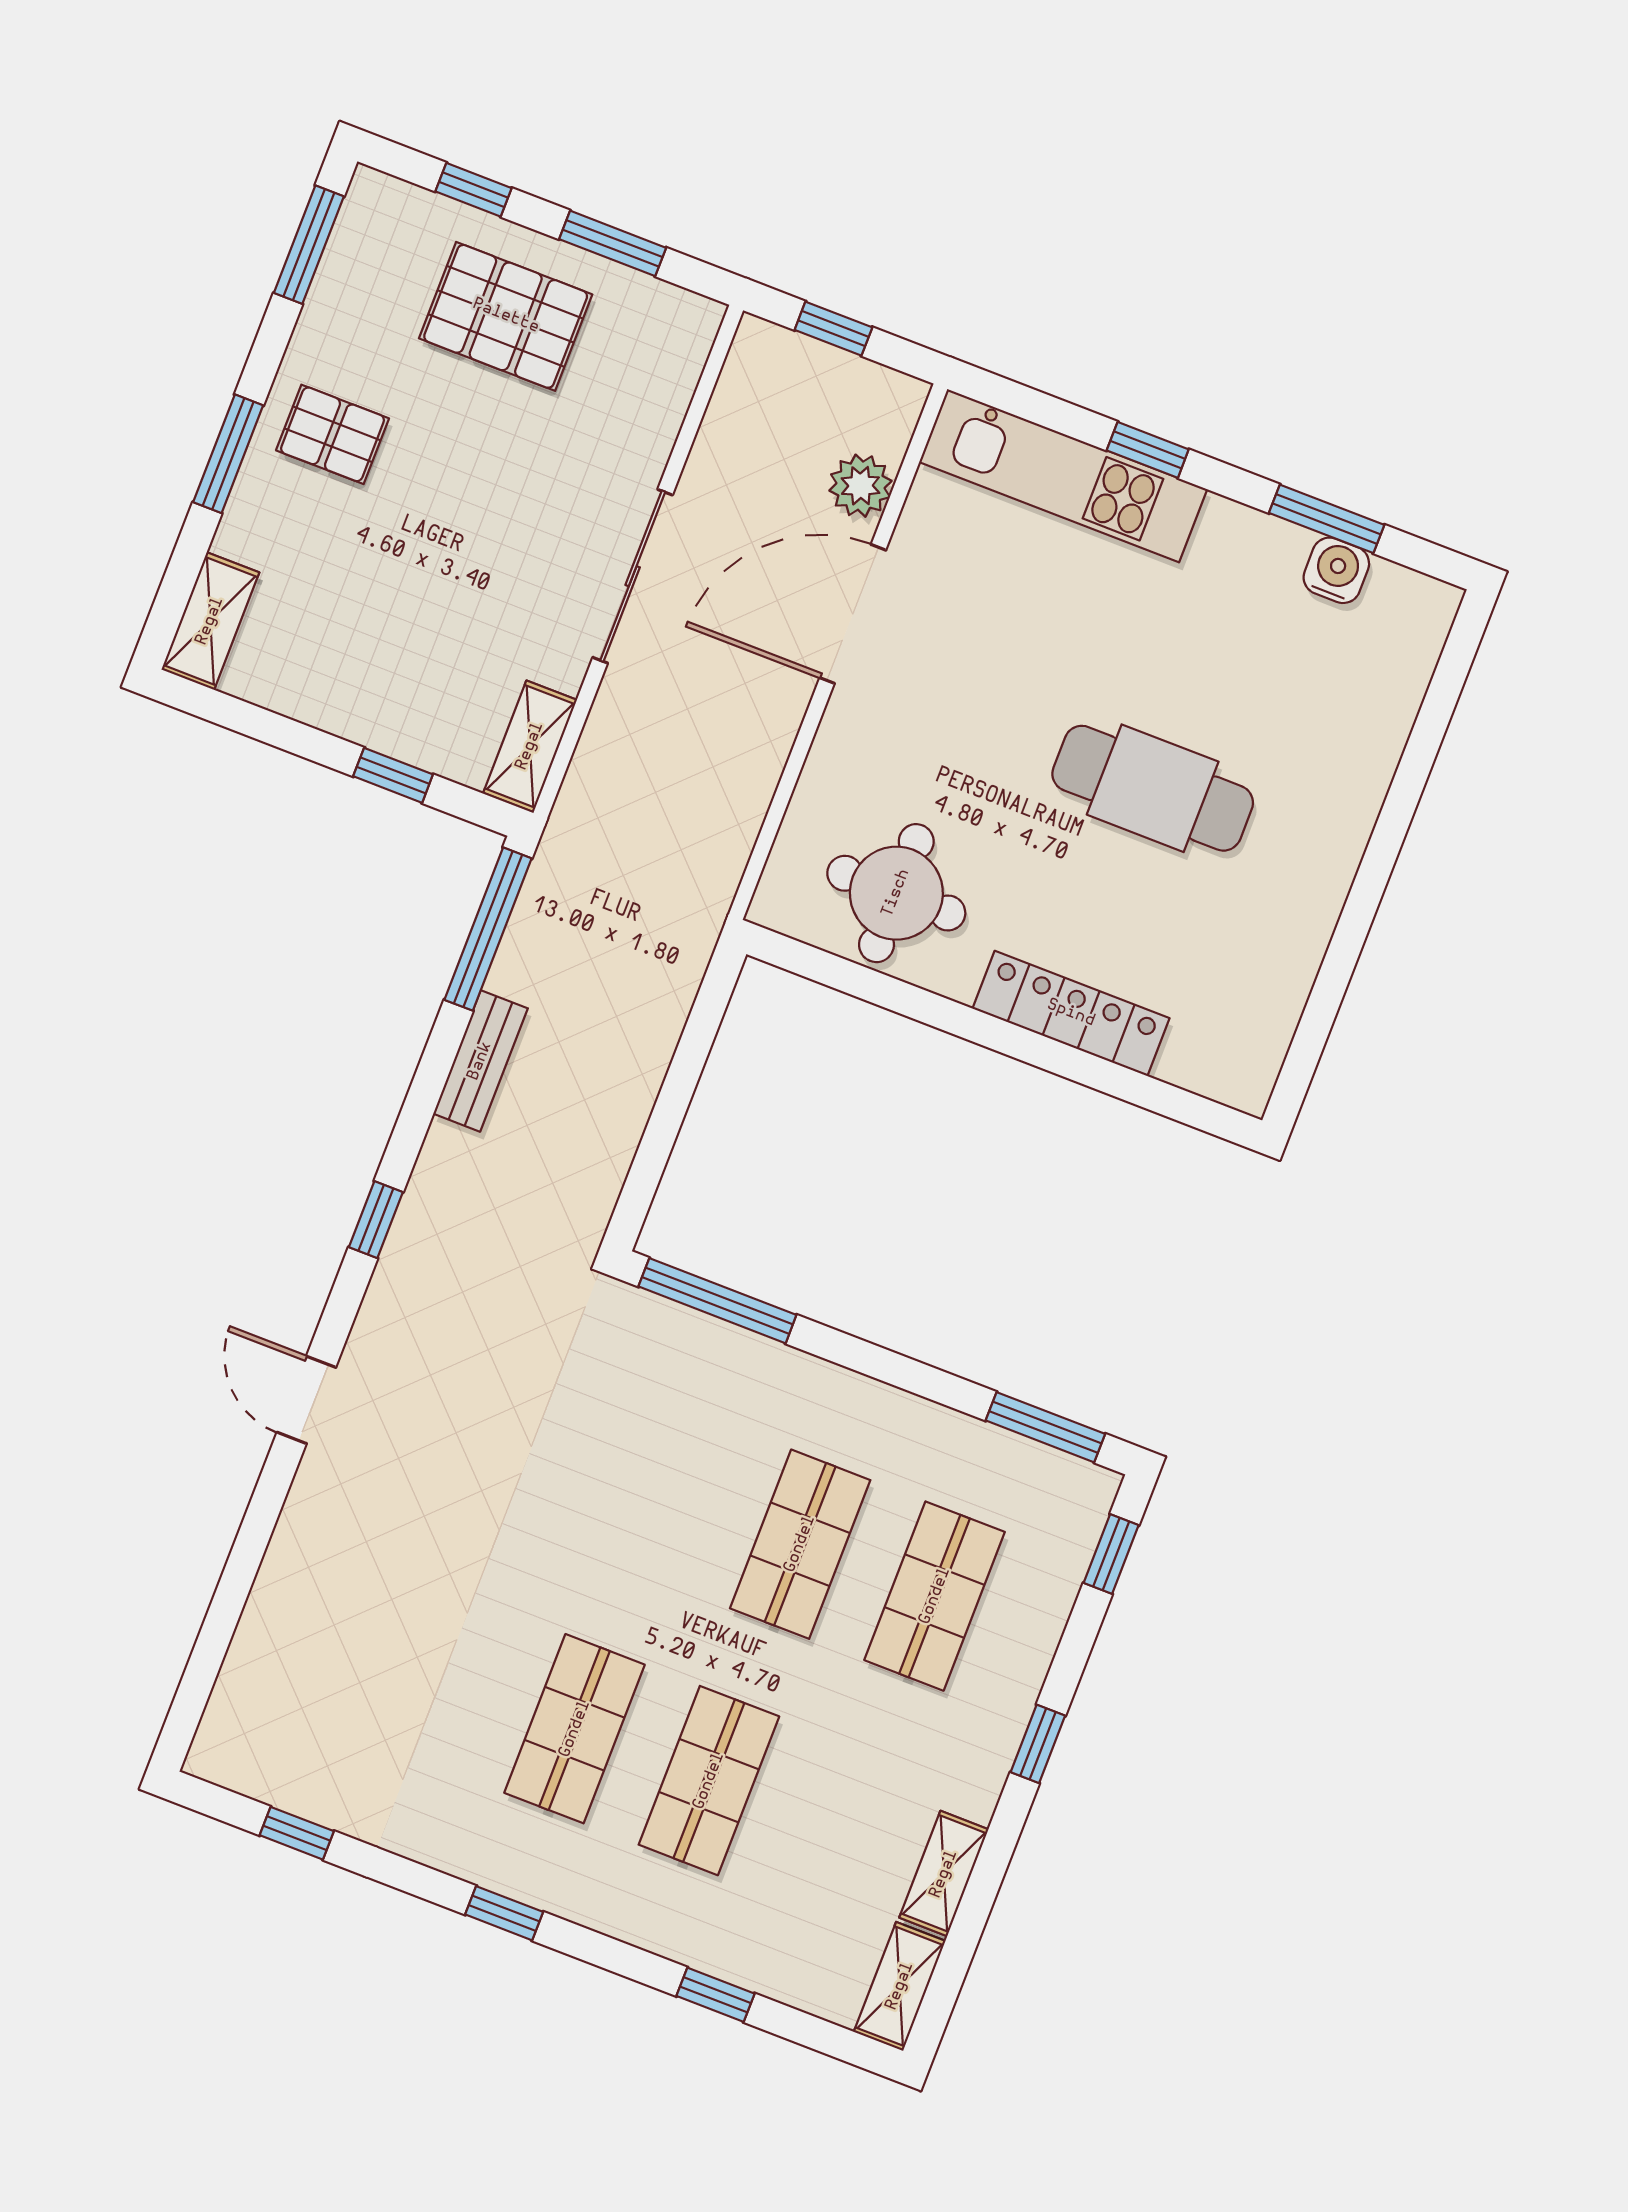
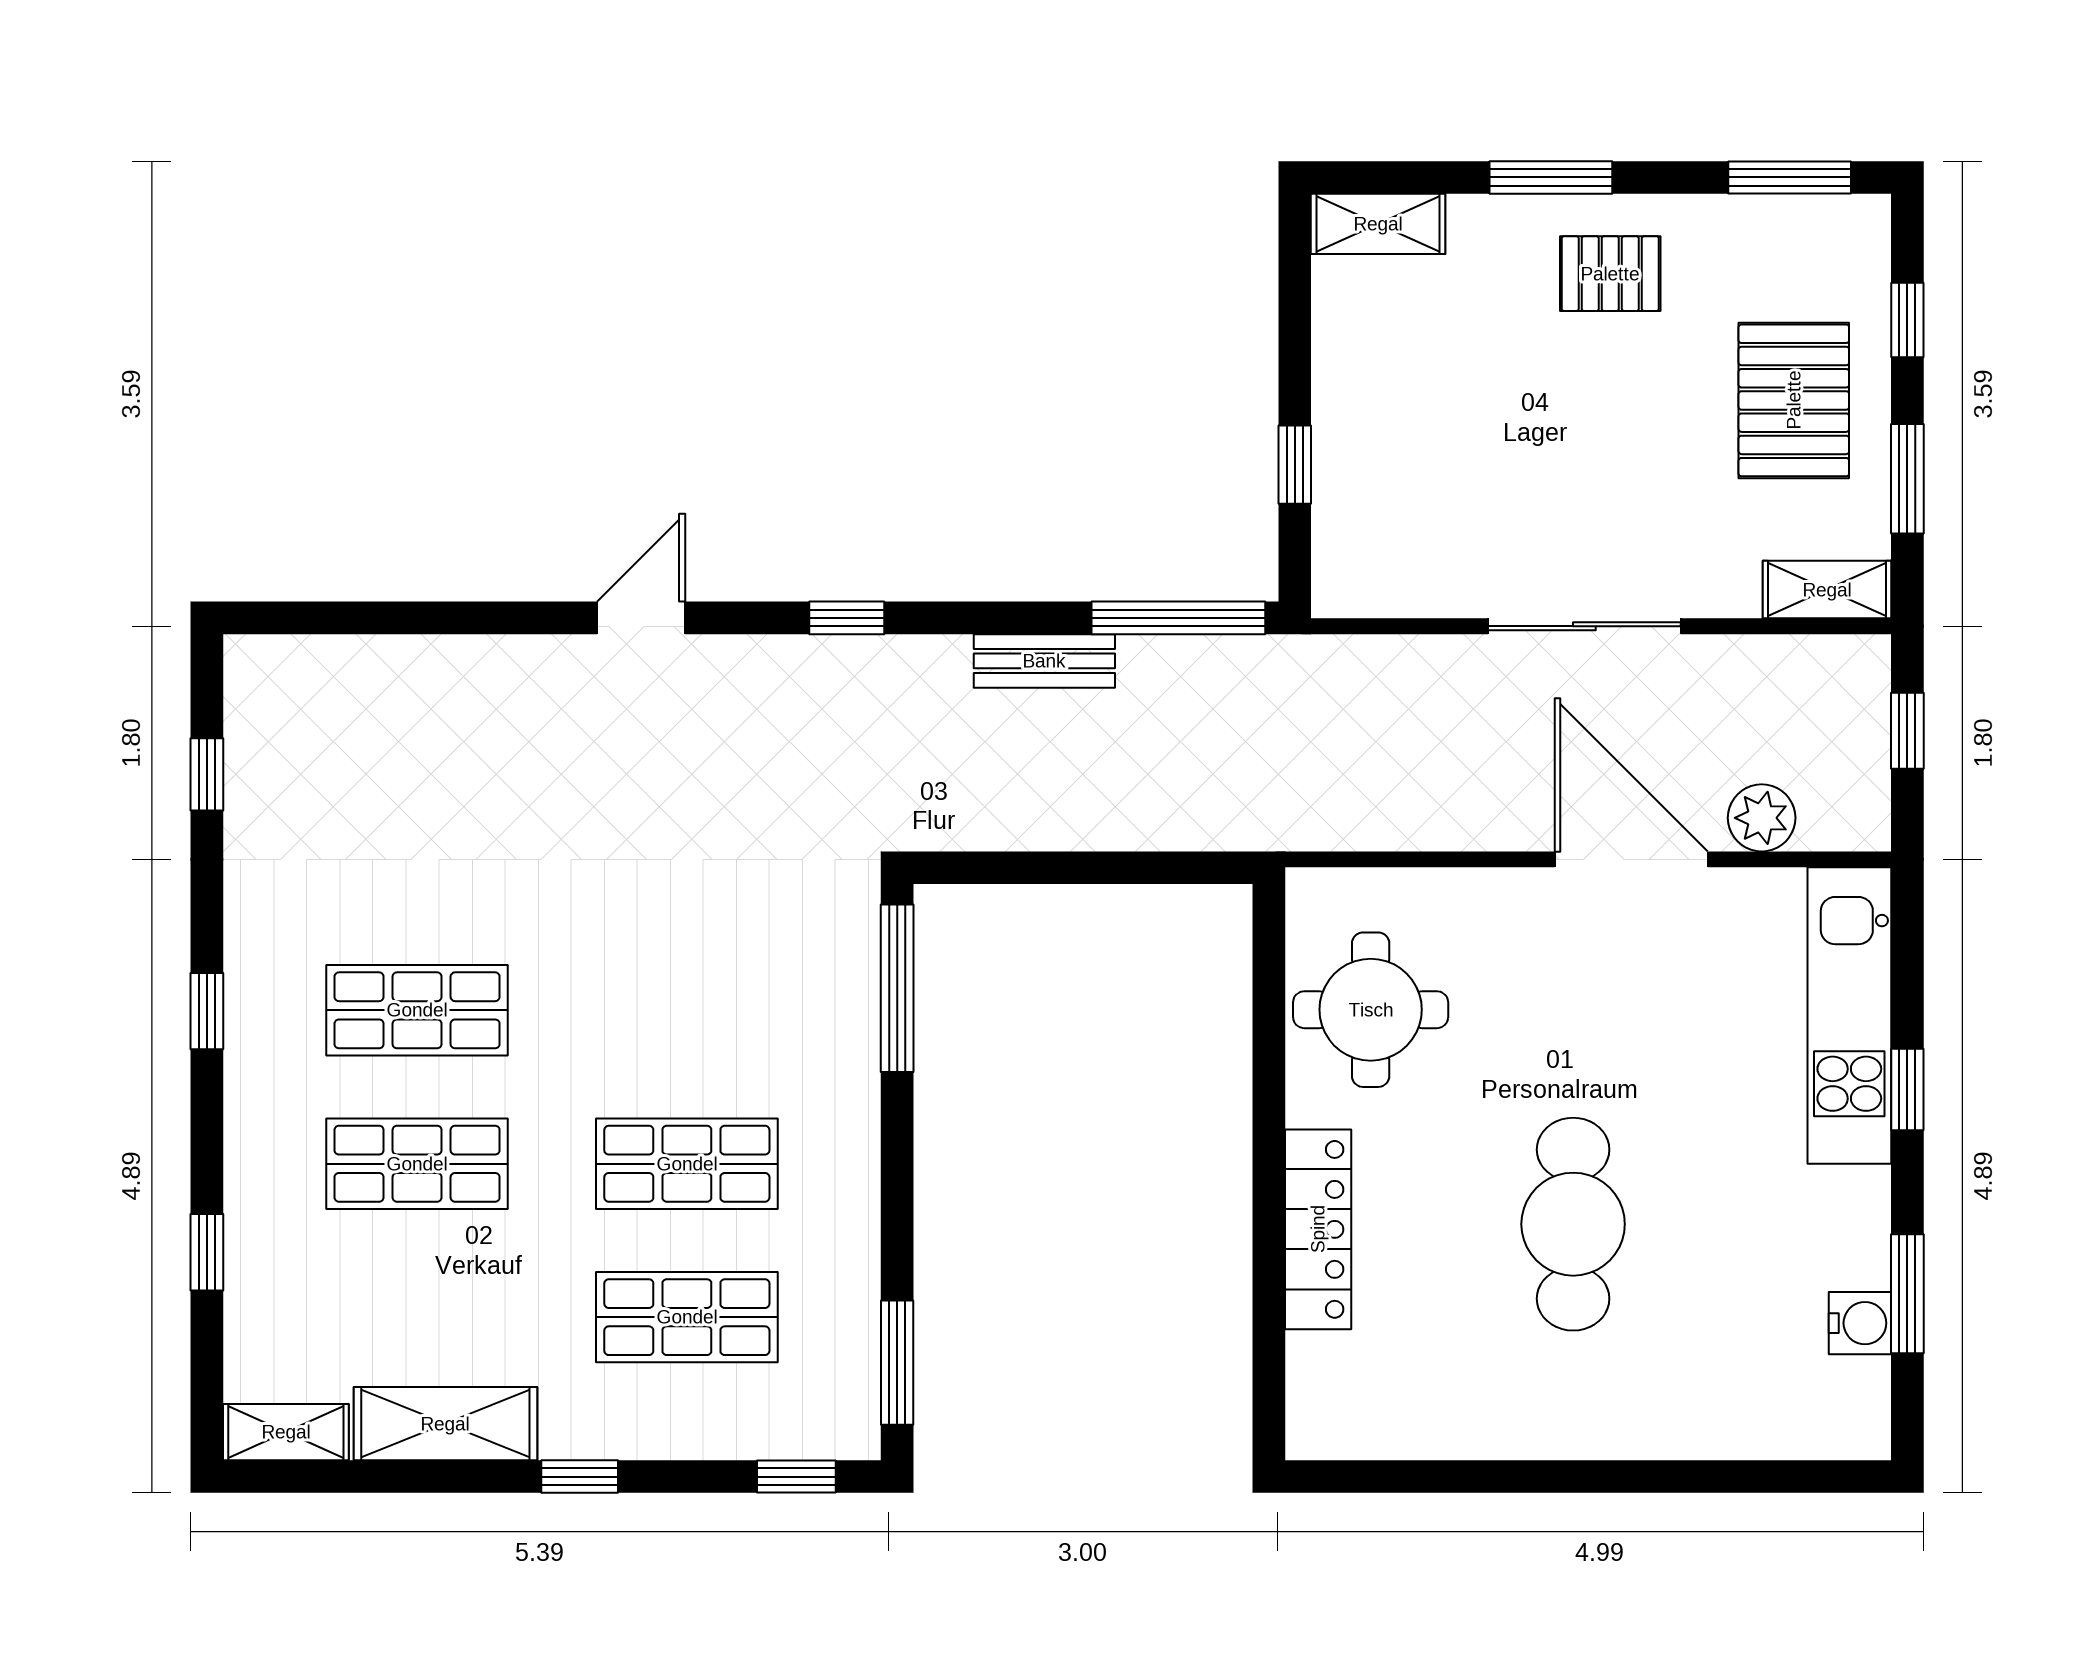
pallet: (332, 434) -> (1610, 274), turned 90
shelving: (530, 746) -> (1827, 590), moved
shelving: (944, 1874) -> (445, 1424), width x1.50, depth x1.33

